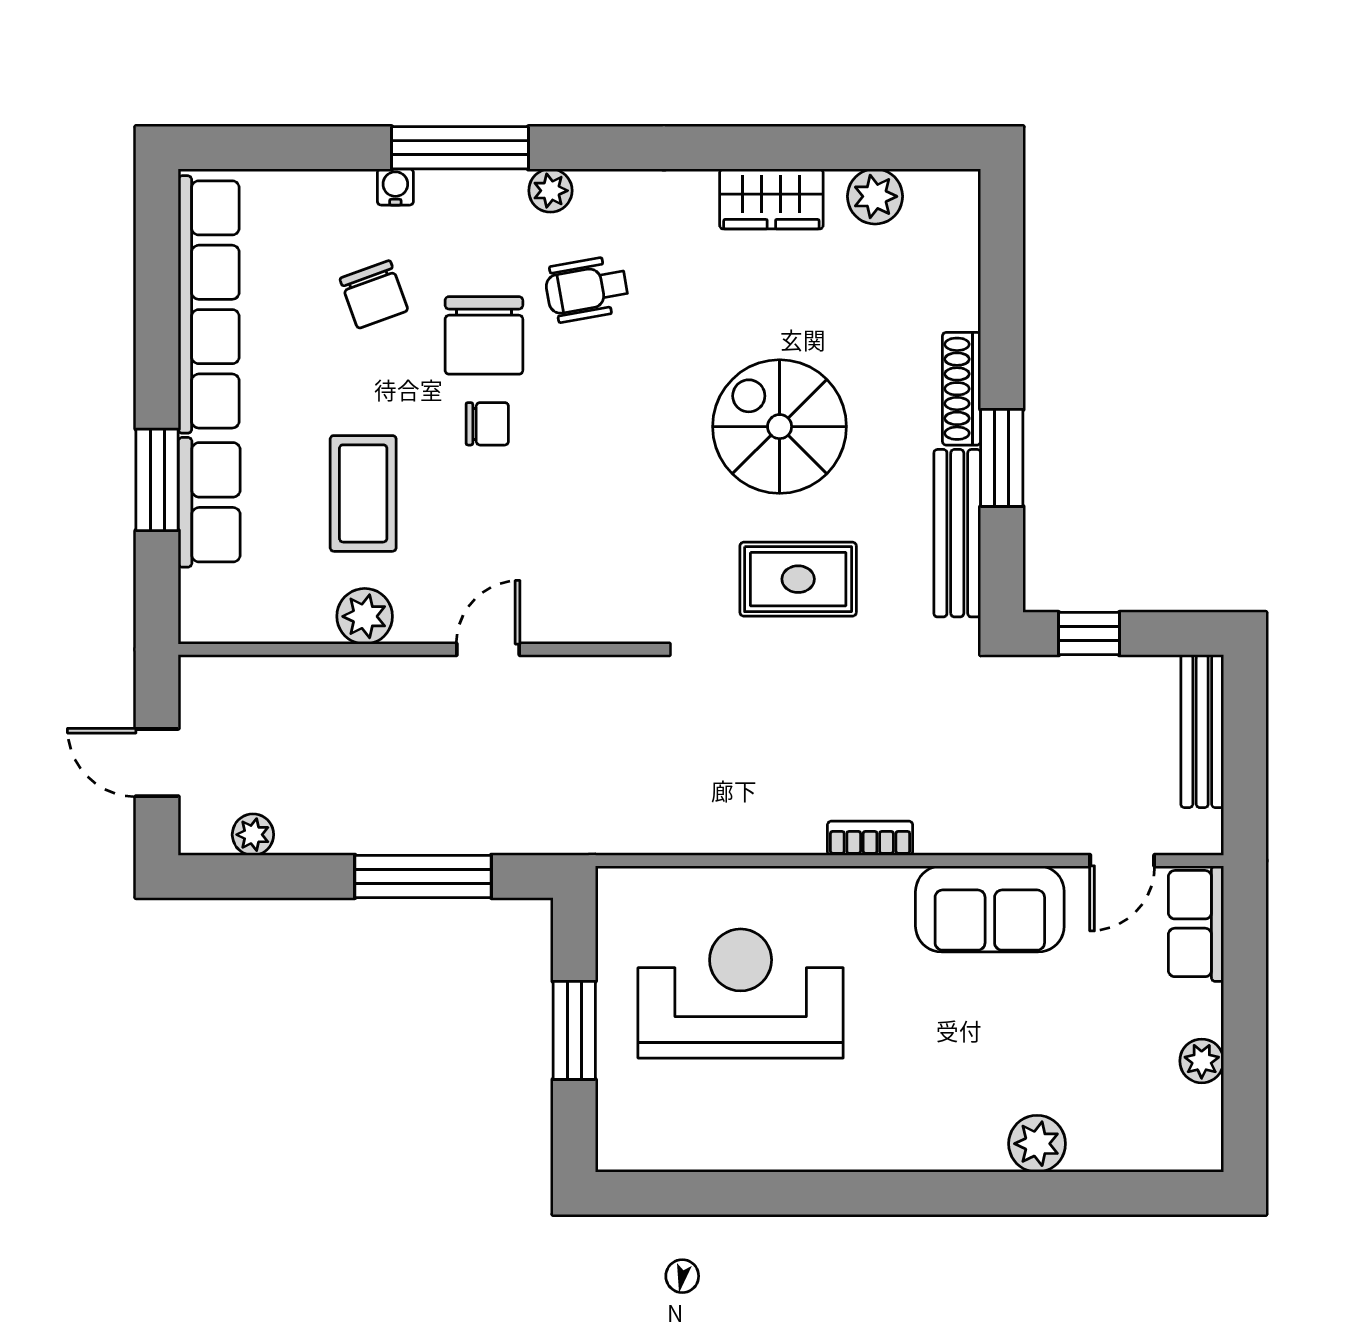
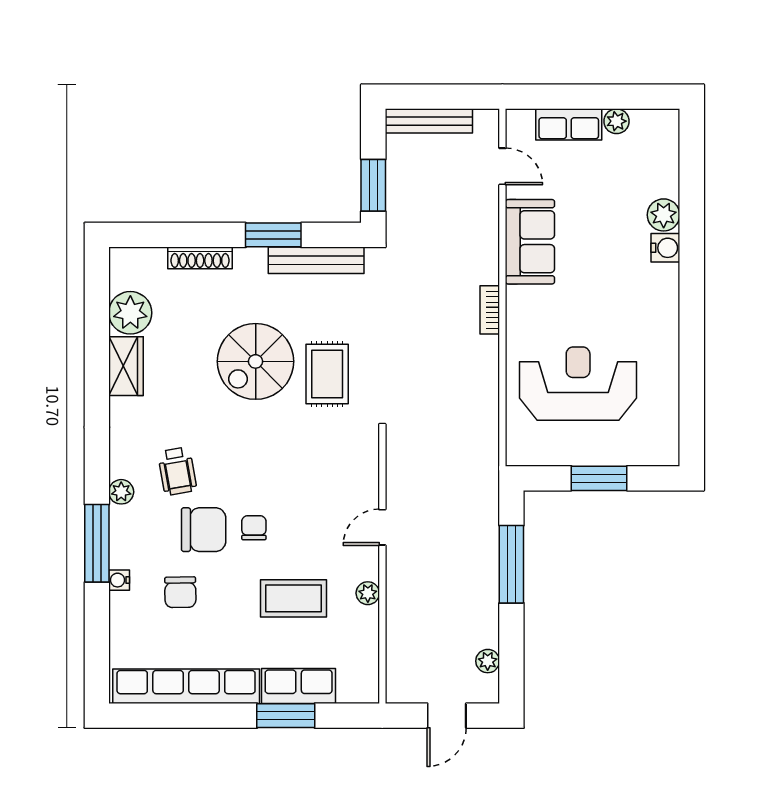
plant: (875, 196) -> (130, 313), width x1.36, depth x1.36
chair: (374, 294) -> (180, 592), turned 109
shoe rack: (962, 389) -> (200, 258), moved
rug: (798, 579) -> (327, 374), moved
plant: (365, 616) -> (368, 593), width x0.73, depth x0.73
window: (1089, 634) -> (373, 185), width x1.50
door: (488, 649) -> (382, 527), hinge flipped
row of seats: (1196, 924) -> (569, 124), moved
reception desk: (741, 993) -> (578, 384), turned 90
water cooler: (979, 1147) -> (665, 248), added

